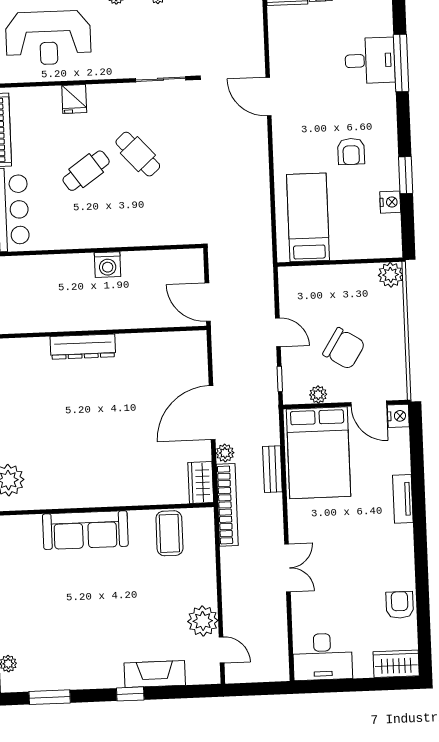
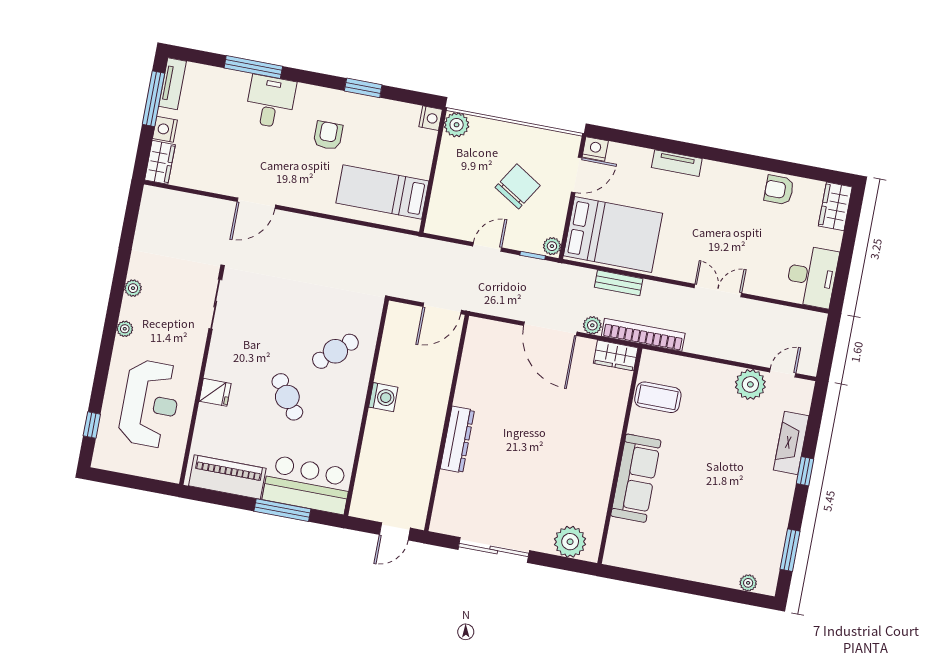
desk: (370, 60) -> (270, 102), moved
armchair: (351, 151) -> (328, 135), turned -90
cafe table: (138, 154) -> (335, 351), moved
nightstand: (390, 202) -> (431, 118), moved, turned 90
plant: (318, 395) -> (552, 246), moved

